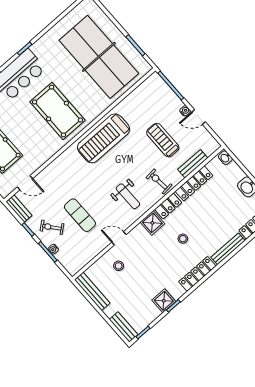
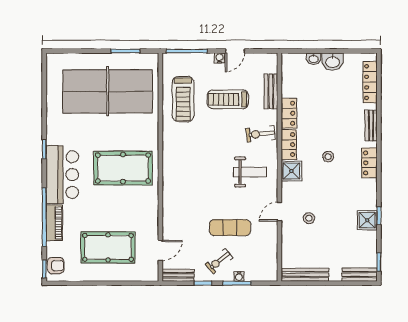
treadmill: (104, 138) -> (183, 99), moved, width x0.73, depth x0.73
washbasin: (225, 158) -> (314, 59), moved
locker: (194, 183) -> (289, 113), width x0.66
bench: (228, 249) -> (371, 126), width x0.73
stool: (119, 266) -> (309, 218), moved
locker: (197, 274) -> (369, 163), width x0.66

